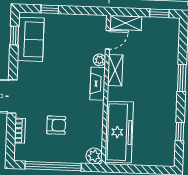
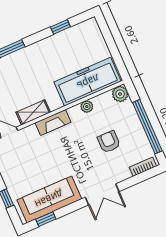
sofa: (31, 39) -> (49, 199), width x1.36
plant: (99, 60) -> (87, 107), moved
bookcase: (20, 131) -> (143, 167), moved

